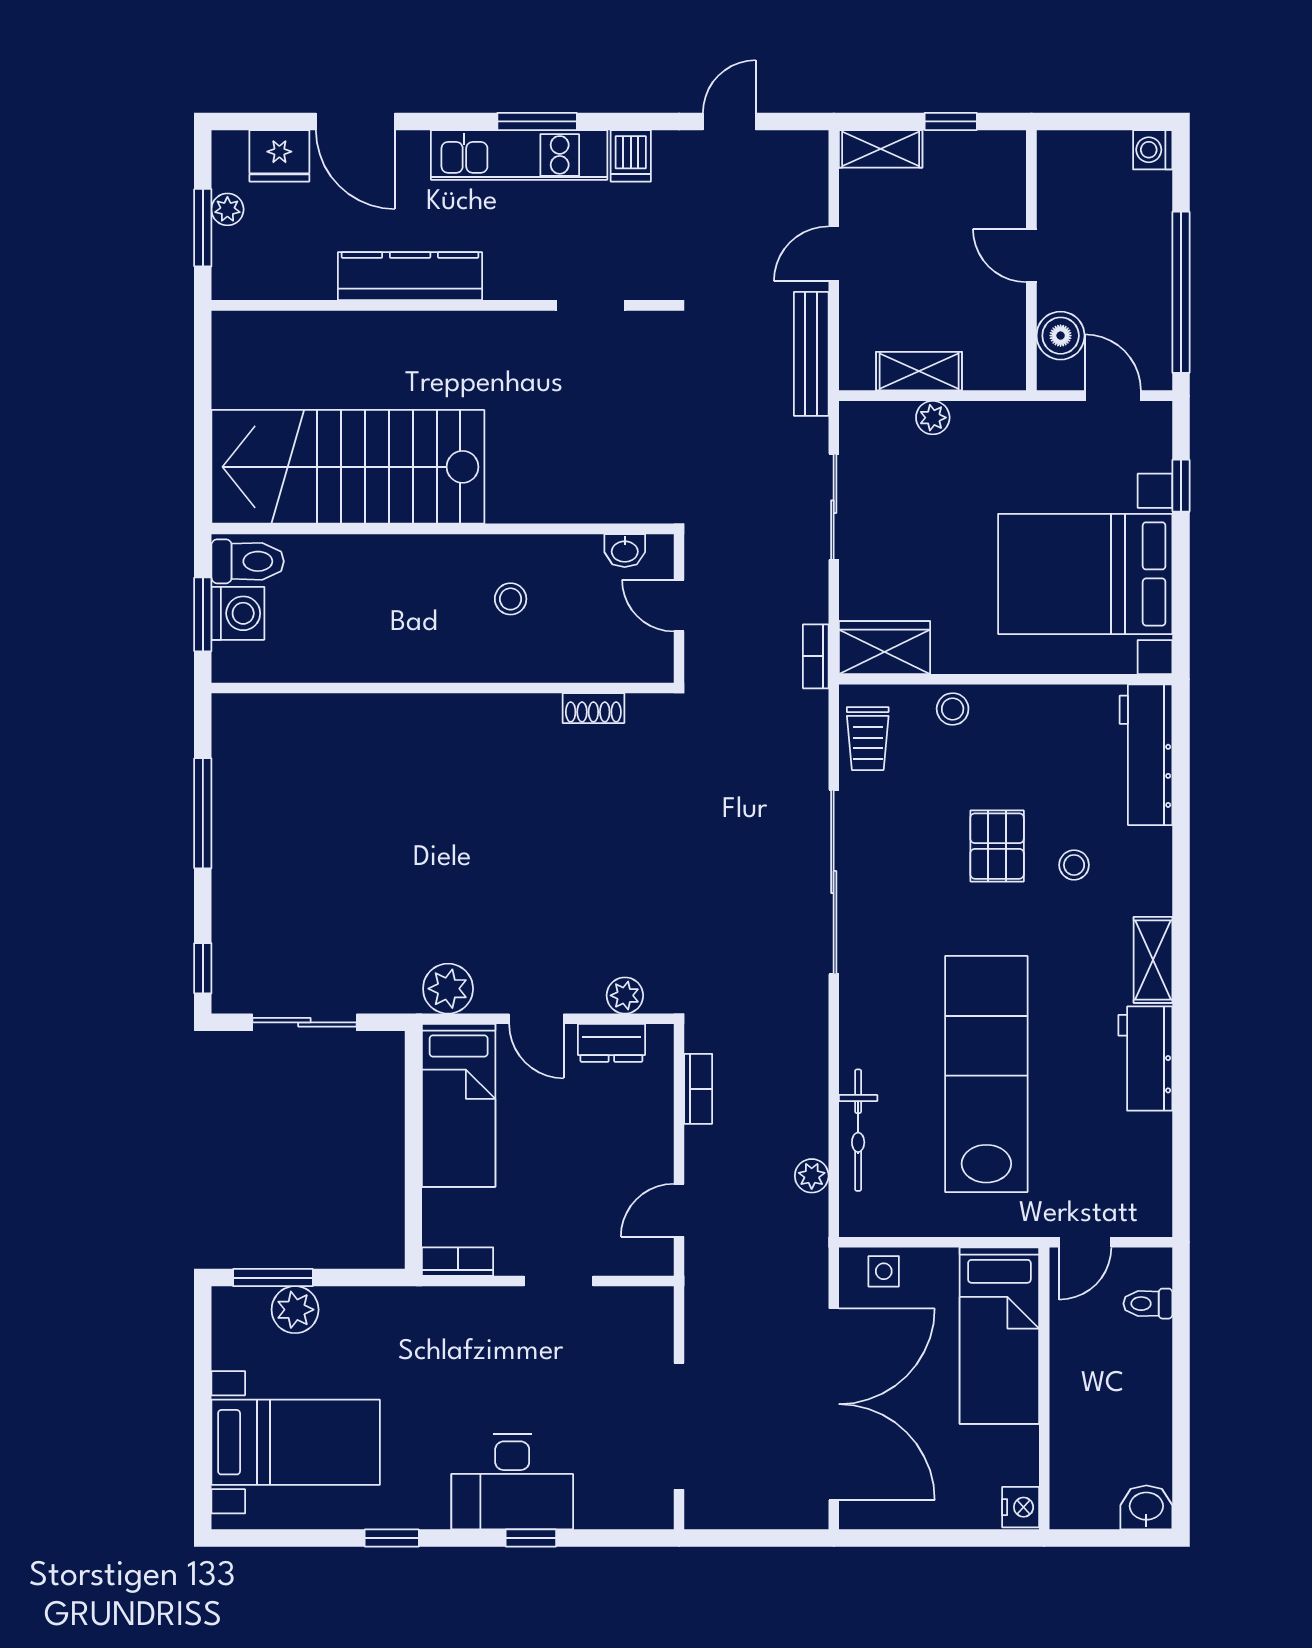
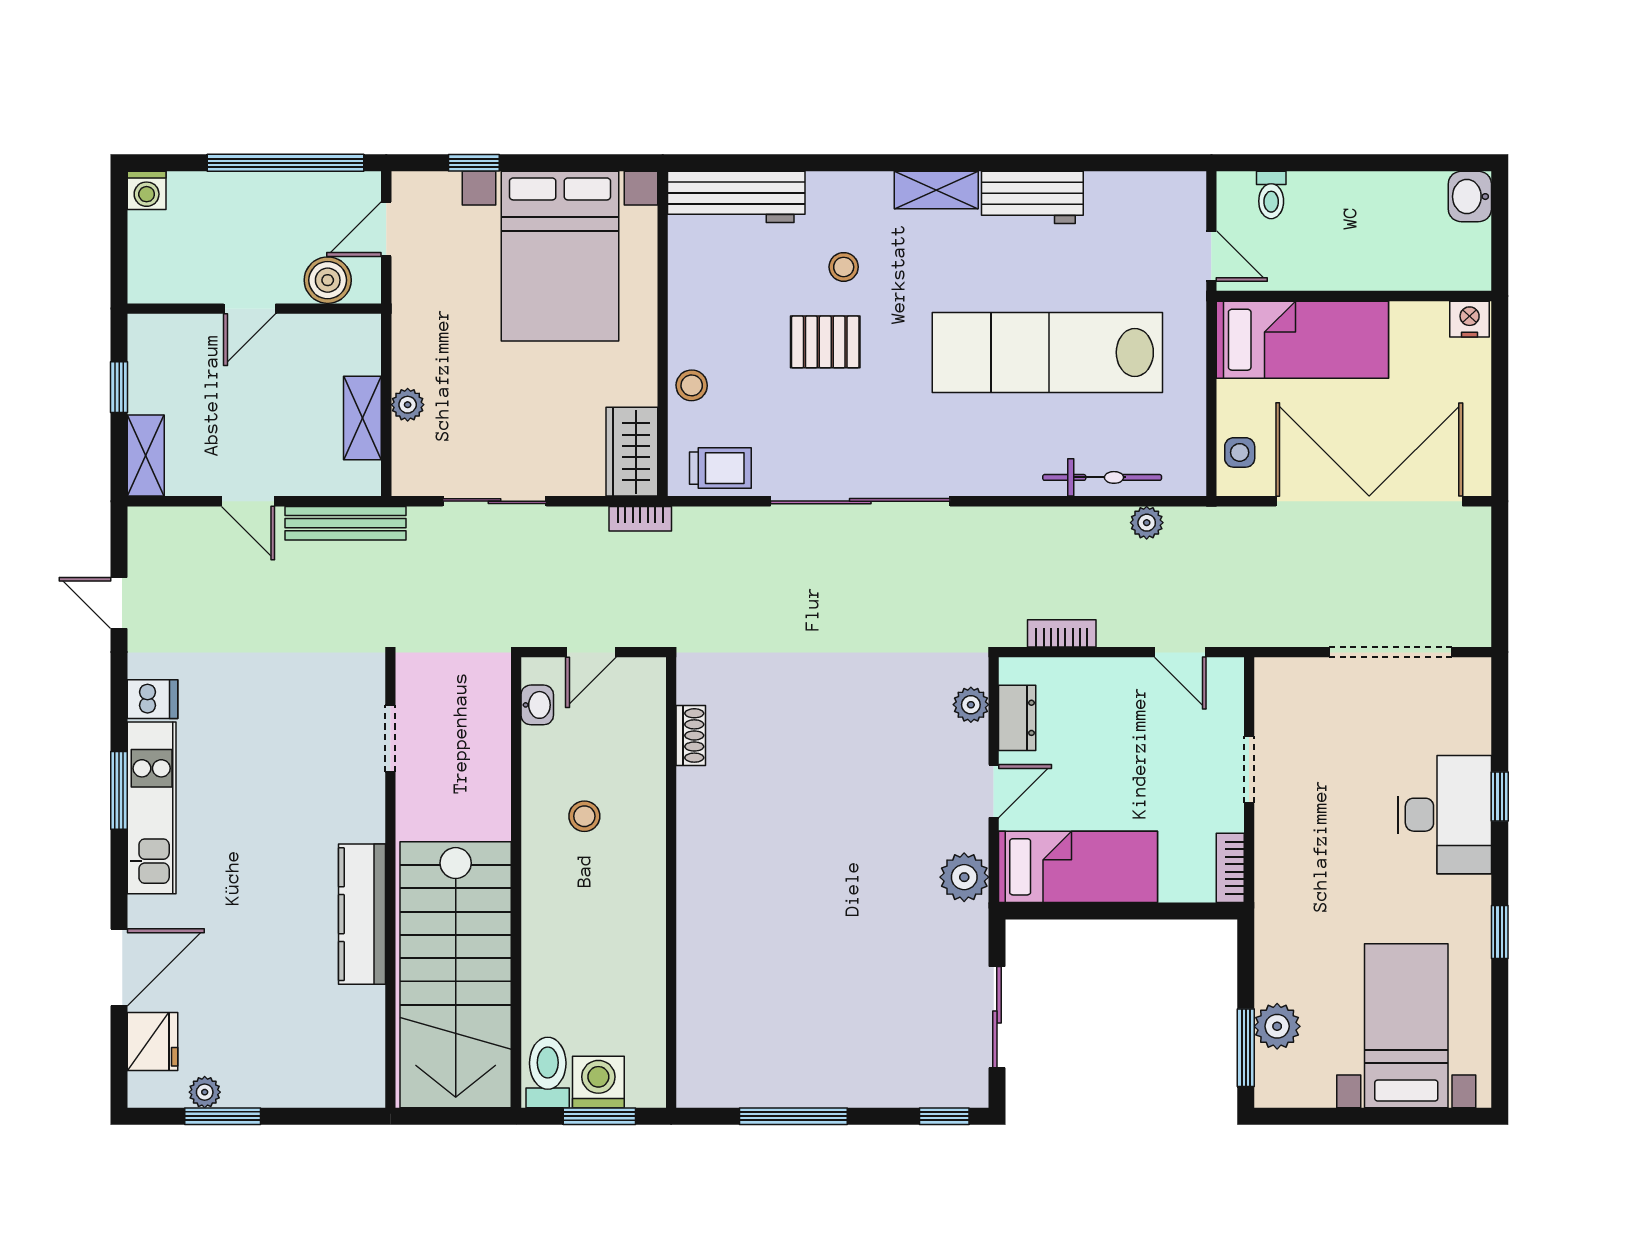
kitchen counter: (410, 276) -> (362, 914), moved
wall: (443, 305) -> (390, 882), moved
doorway: (590, 305) -> (390, 739), moved

